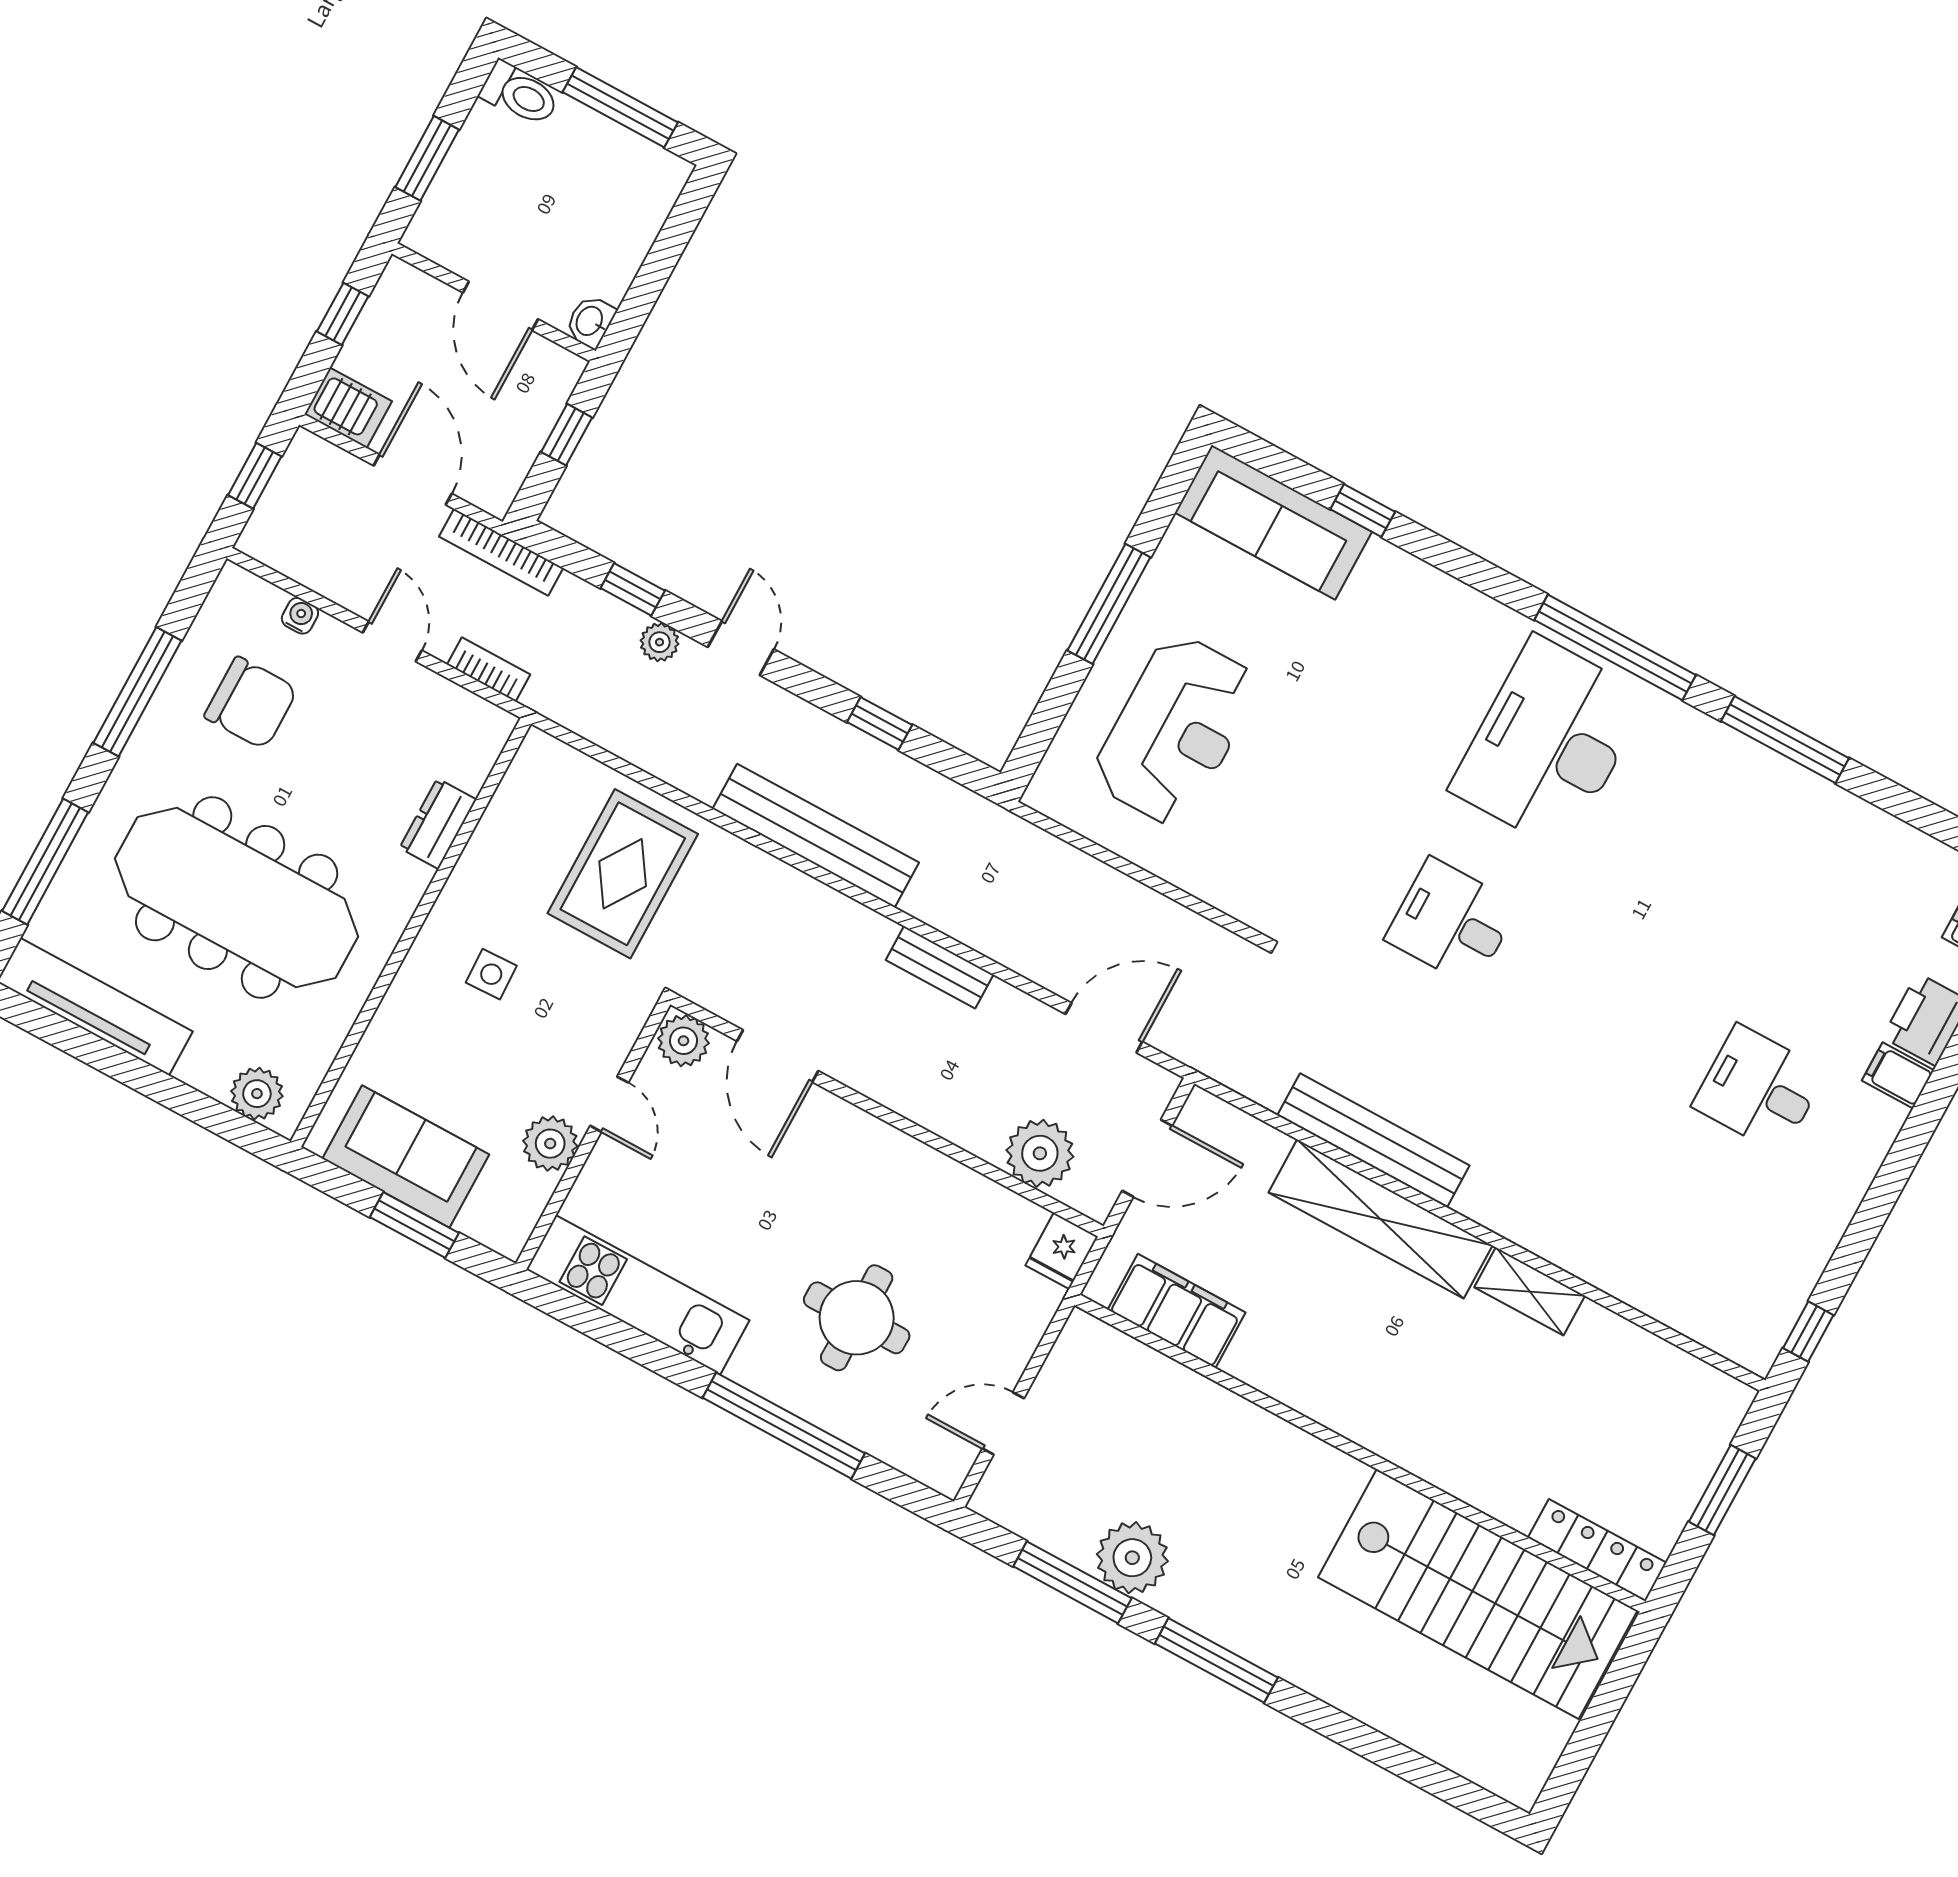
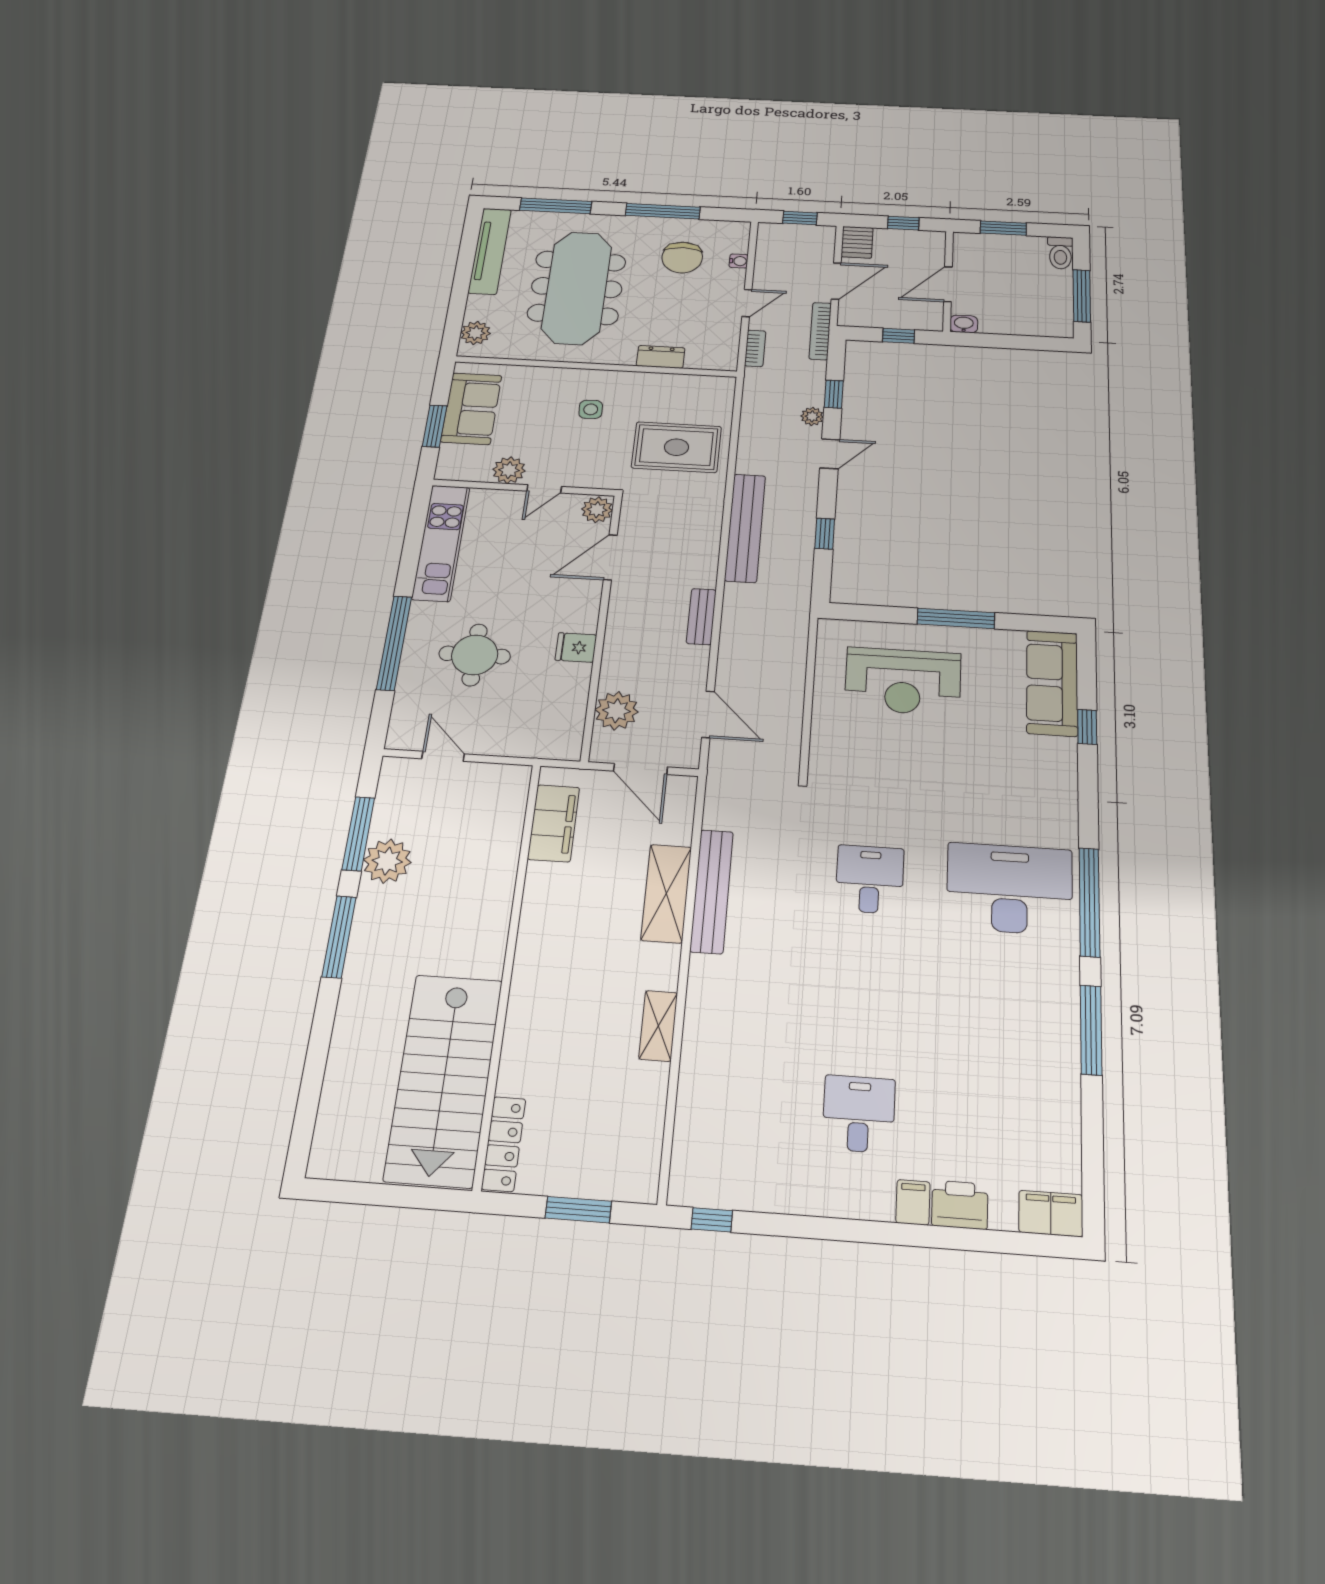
shelving: (1380, 1219) -> (666, 893), width x0.68
fridge: (1062, 1251) -> (576, 647), moved

